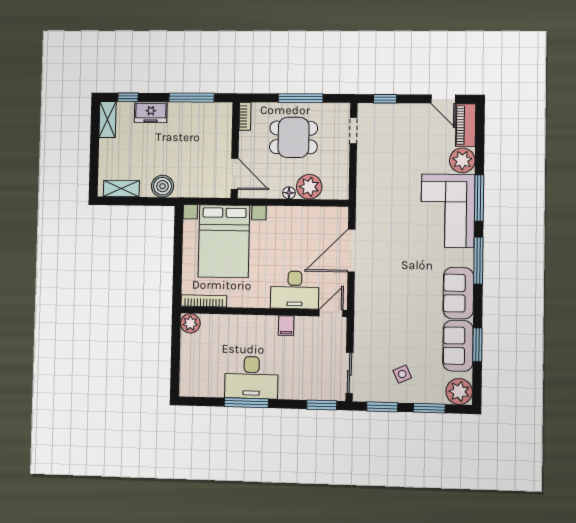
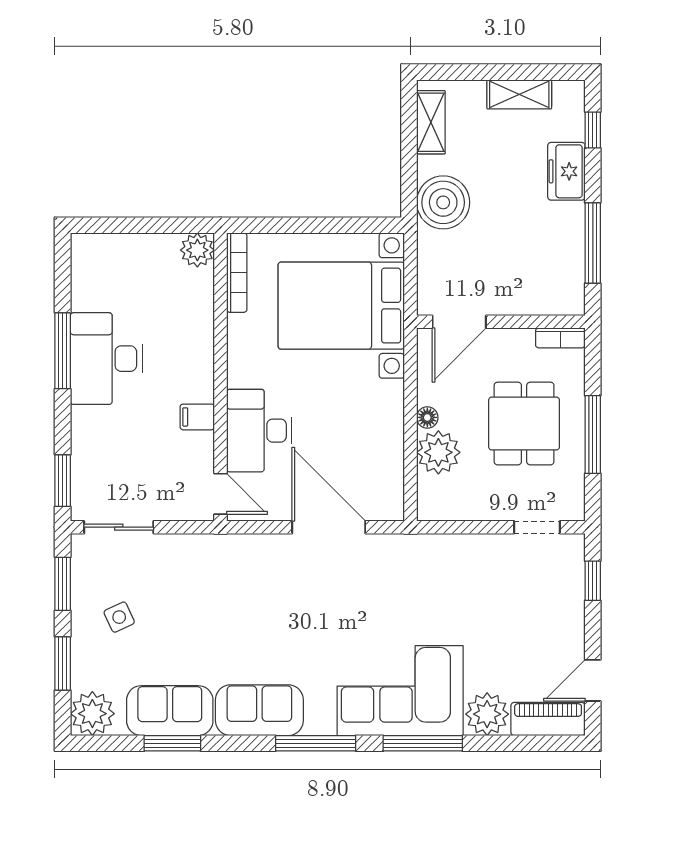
shelving: (108, 119) -> (519, 94), moved
boiler: (163, 186) -> (443, 202), width x1.37, depth x1.37

